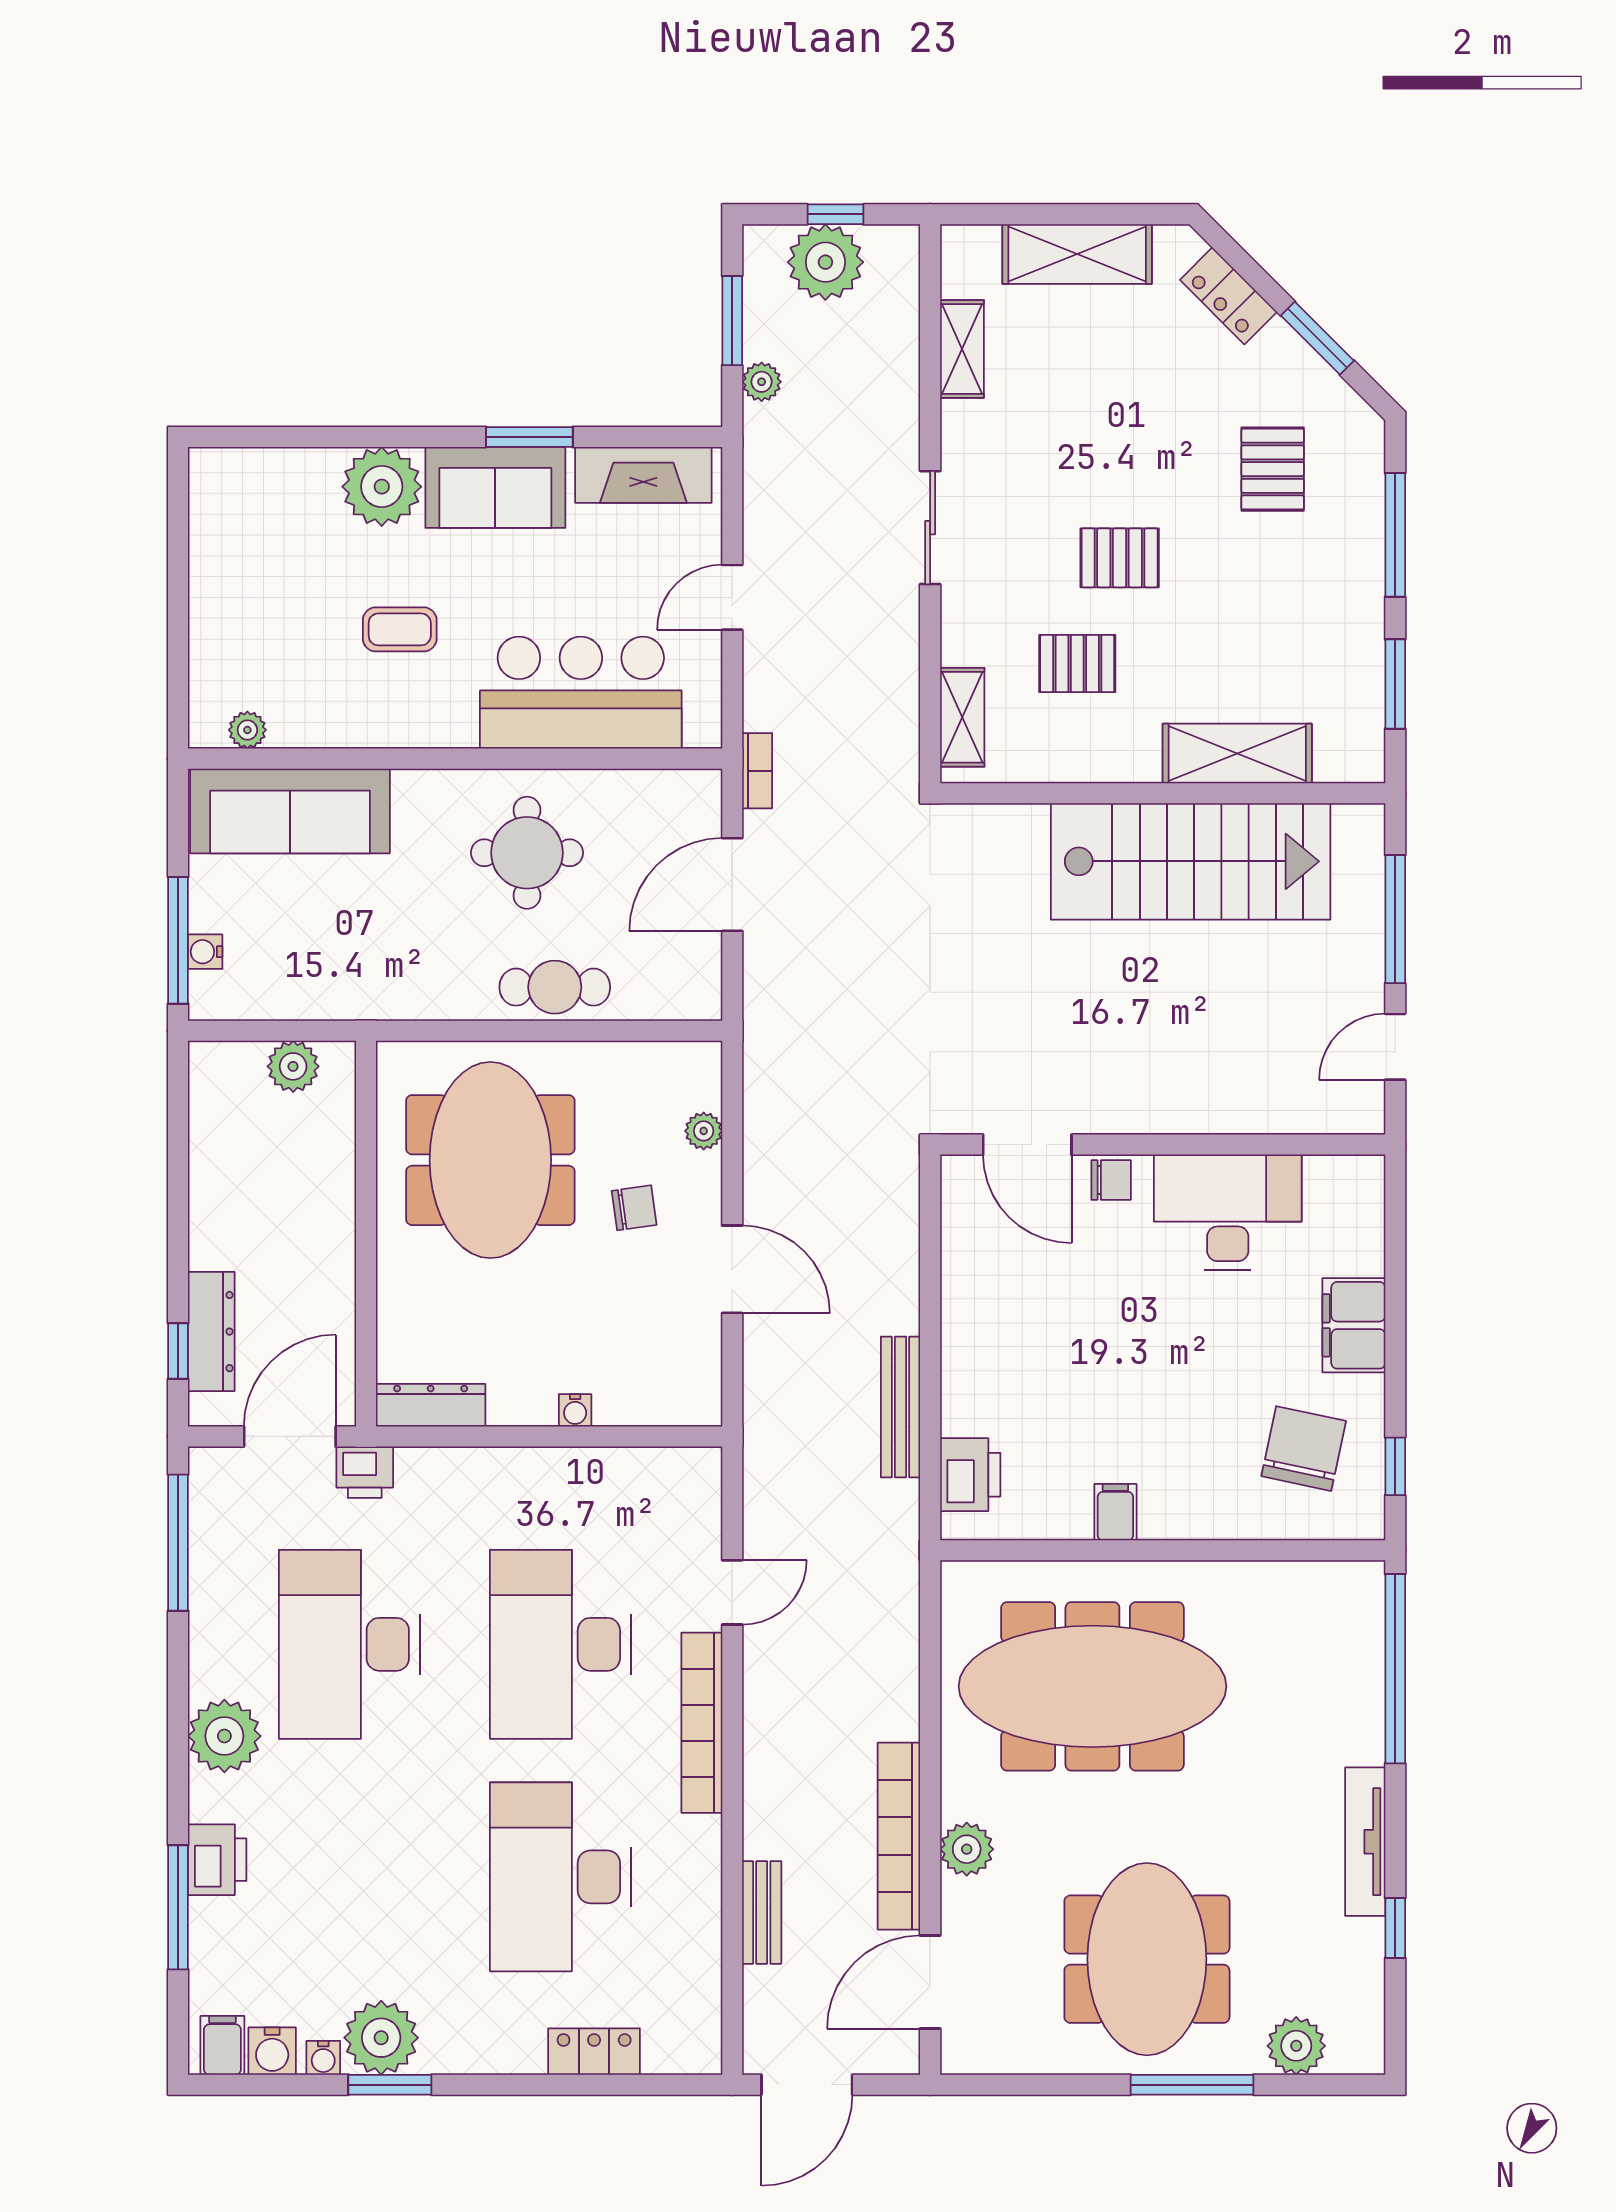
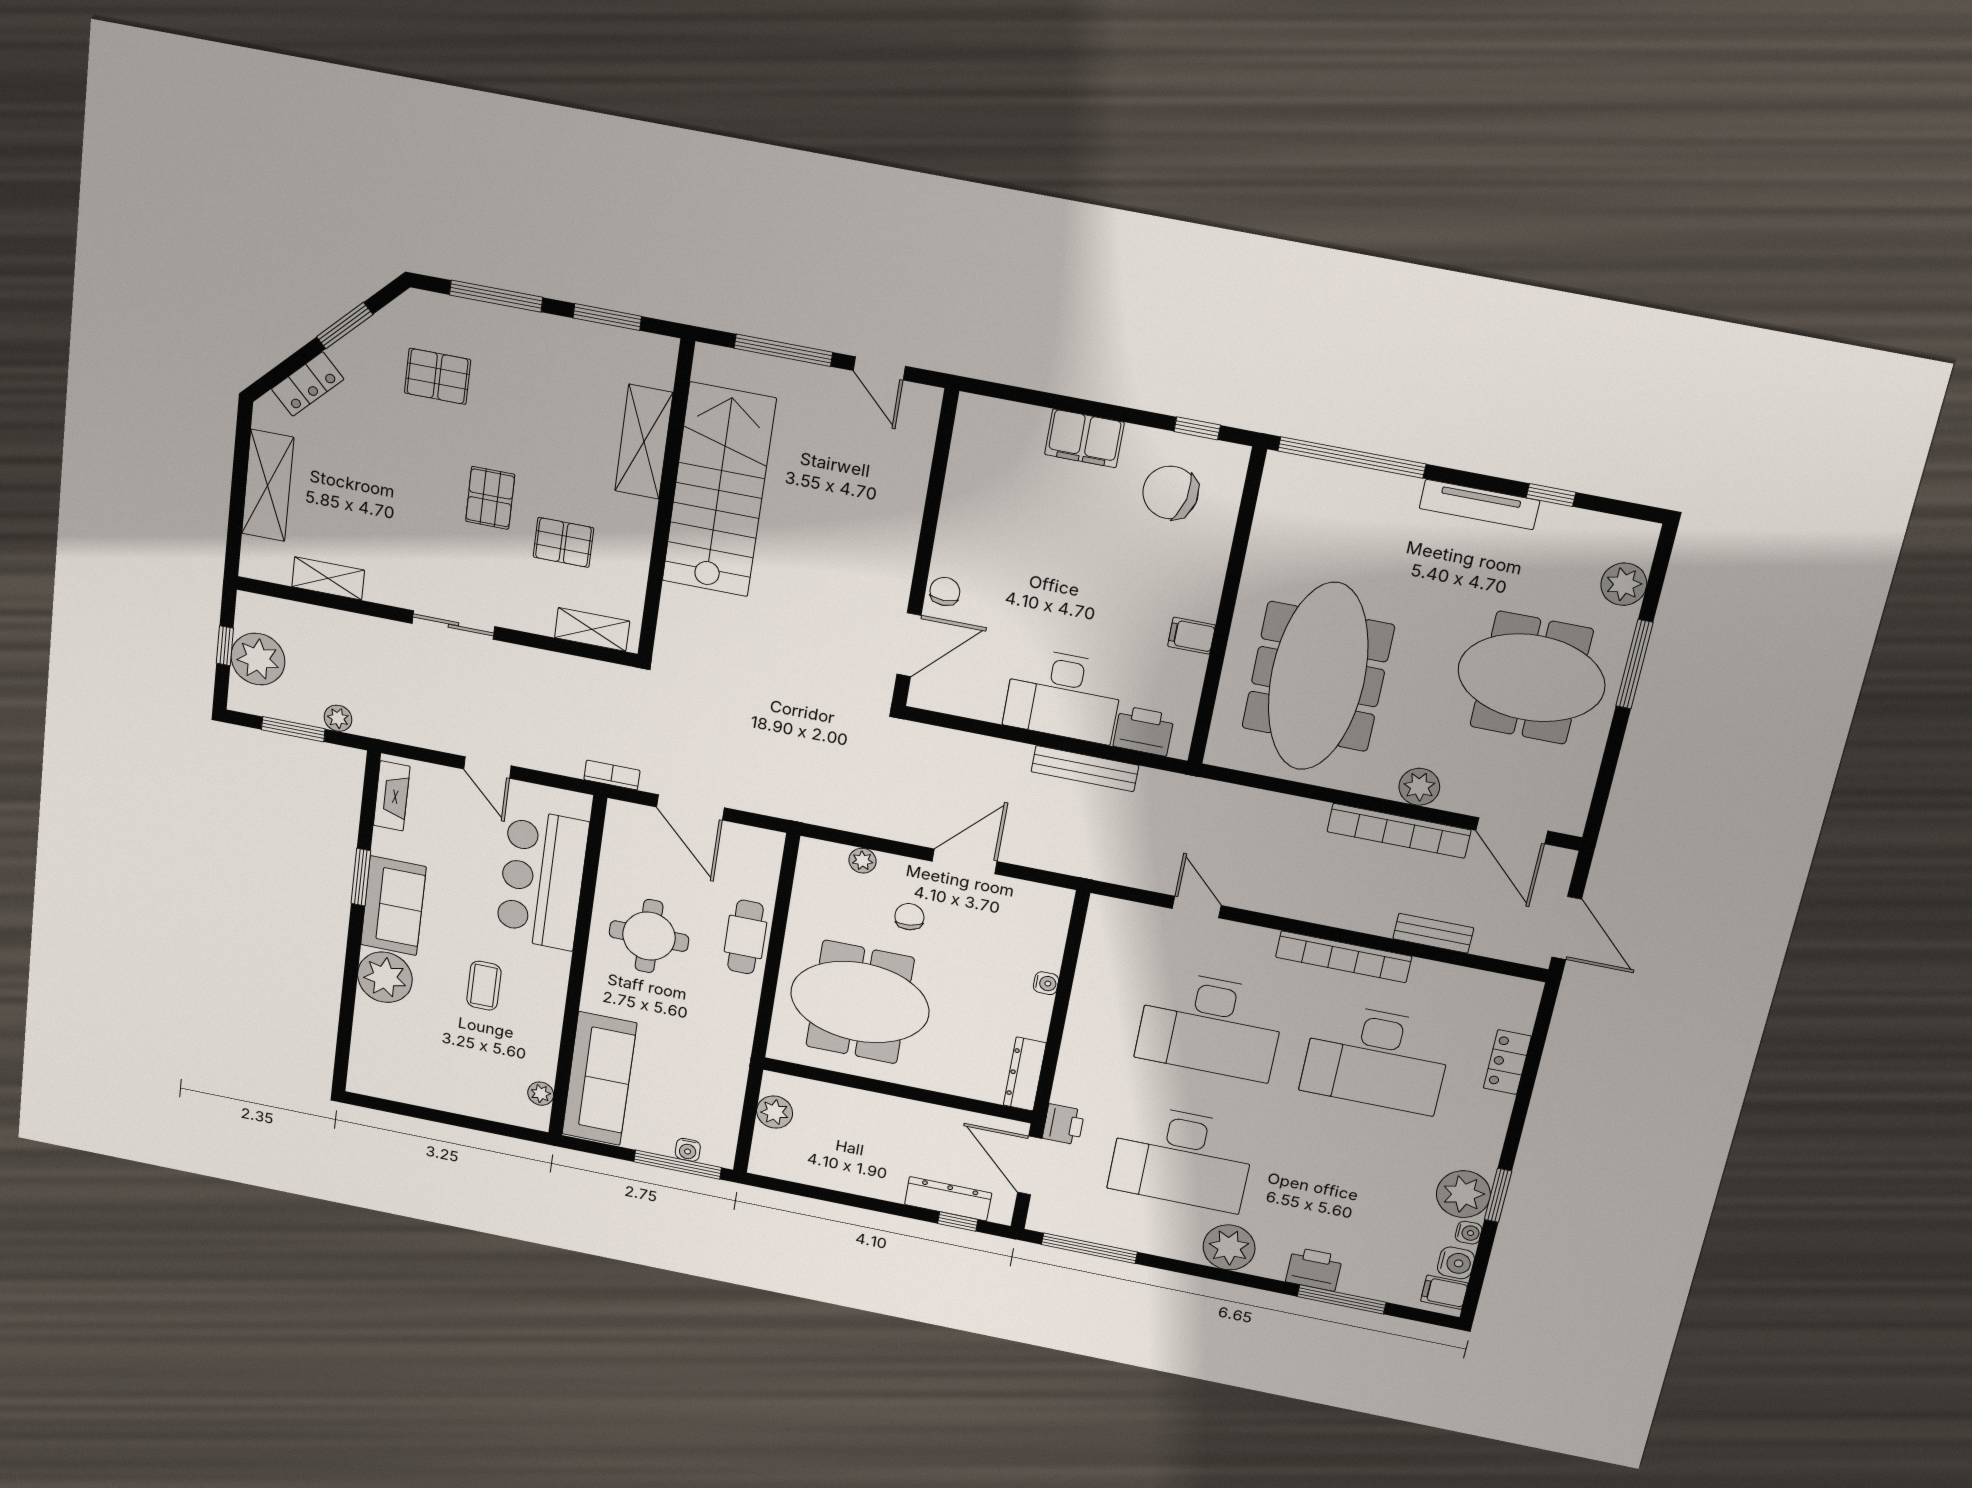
fireplace: (643, 475) -> (392, 796), width x0.73, depth x0.76
pallet: (1077, 664) -> (563, 542), turned 90
desk: (1228, 1212) -> (1063, 695), moved, turned -90
bookcase: (702, 1723) -> (1344, 957), moved

